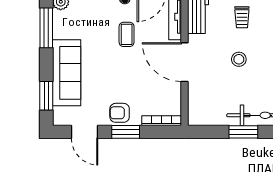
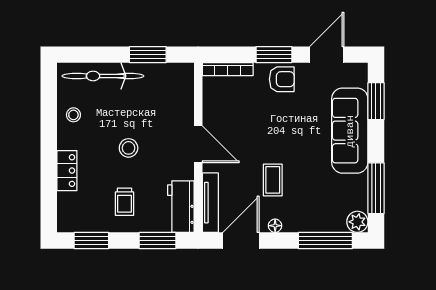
trolley: (242, 17) -> (125, 202), turned 180
door: (185, 62) -> (198, 144), width x0.73
door: (85, 132) -> (327, 55), hinge flipped
window: (243, 132) -> (148, 55), moved

